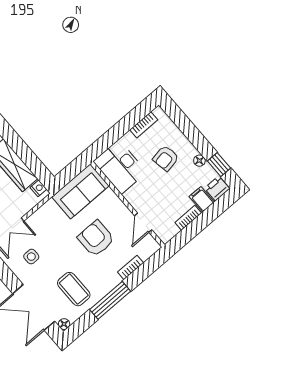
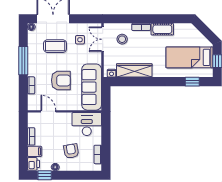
sofa: (80, 191) -> (92, 87), width x1.36
coffee table: (74, 289) -> (55, 46), moved

